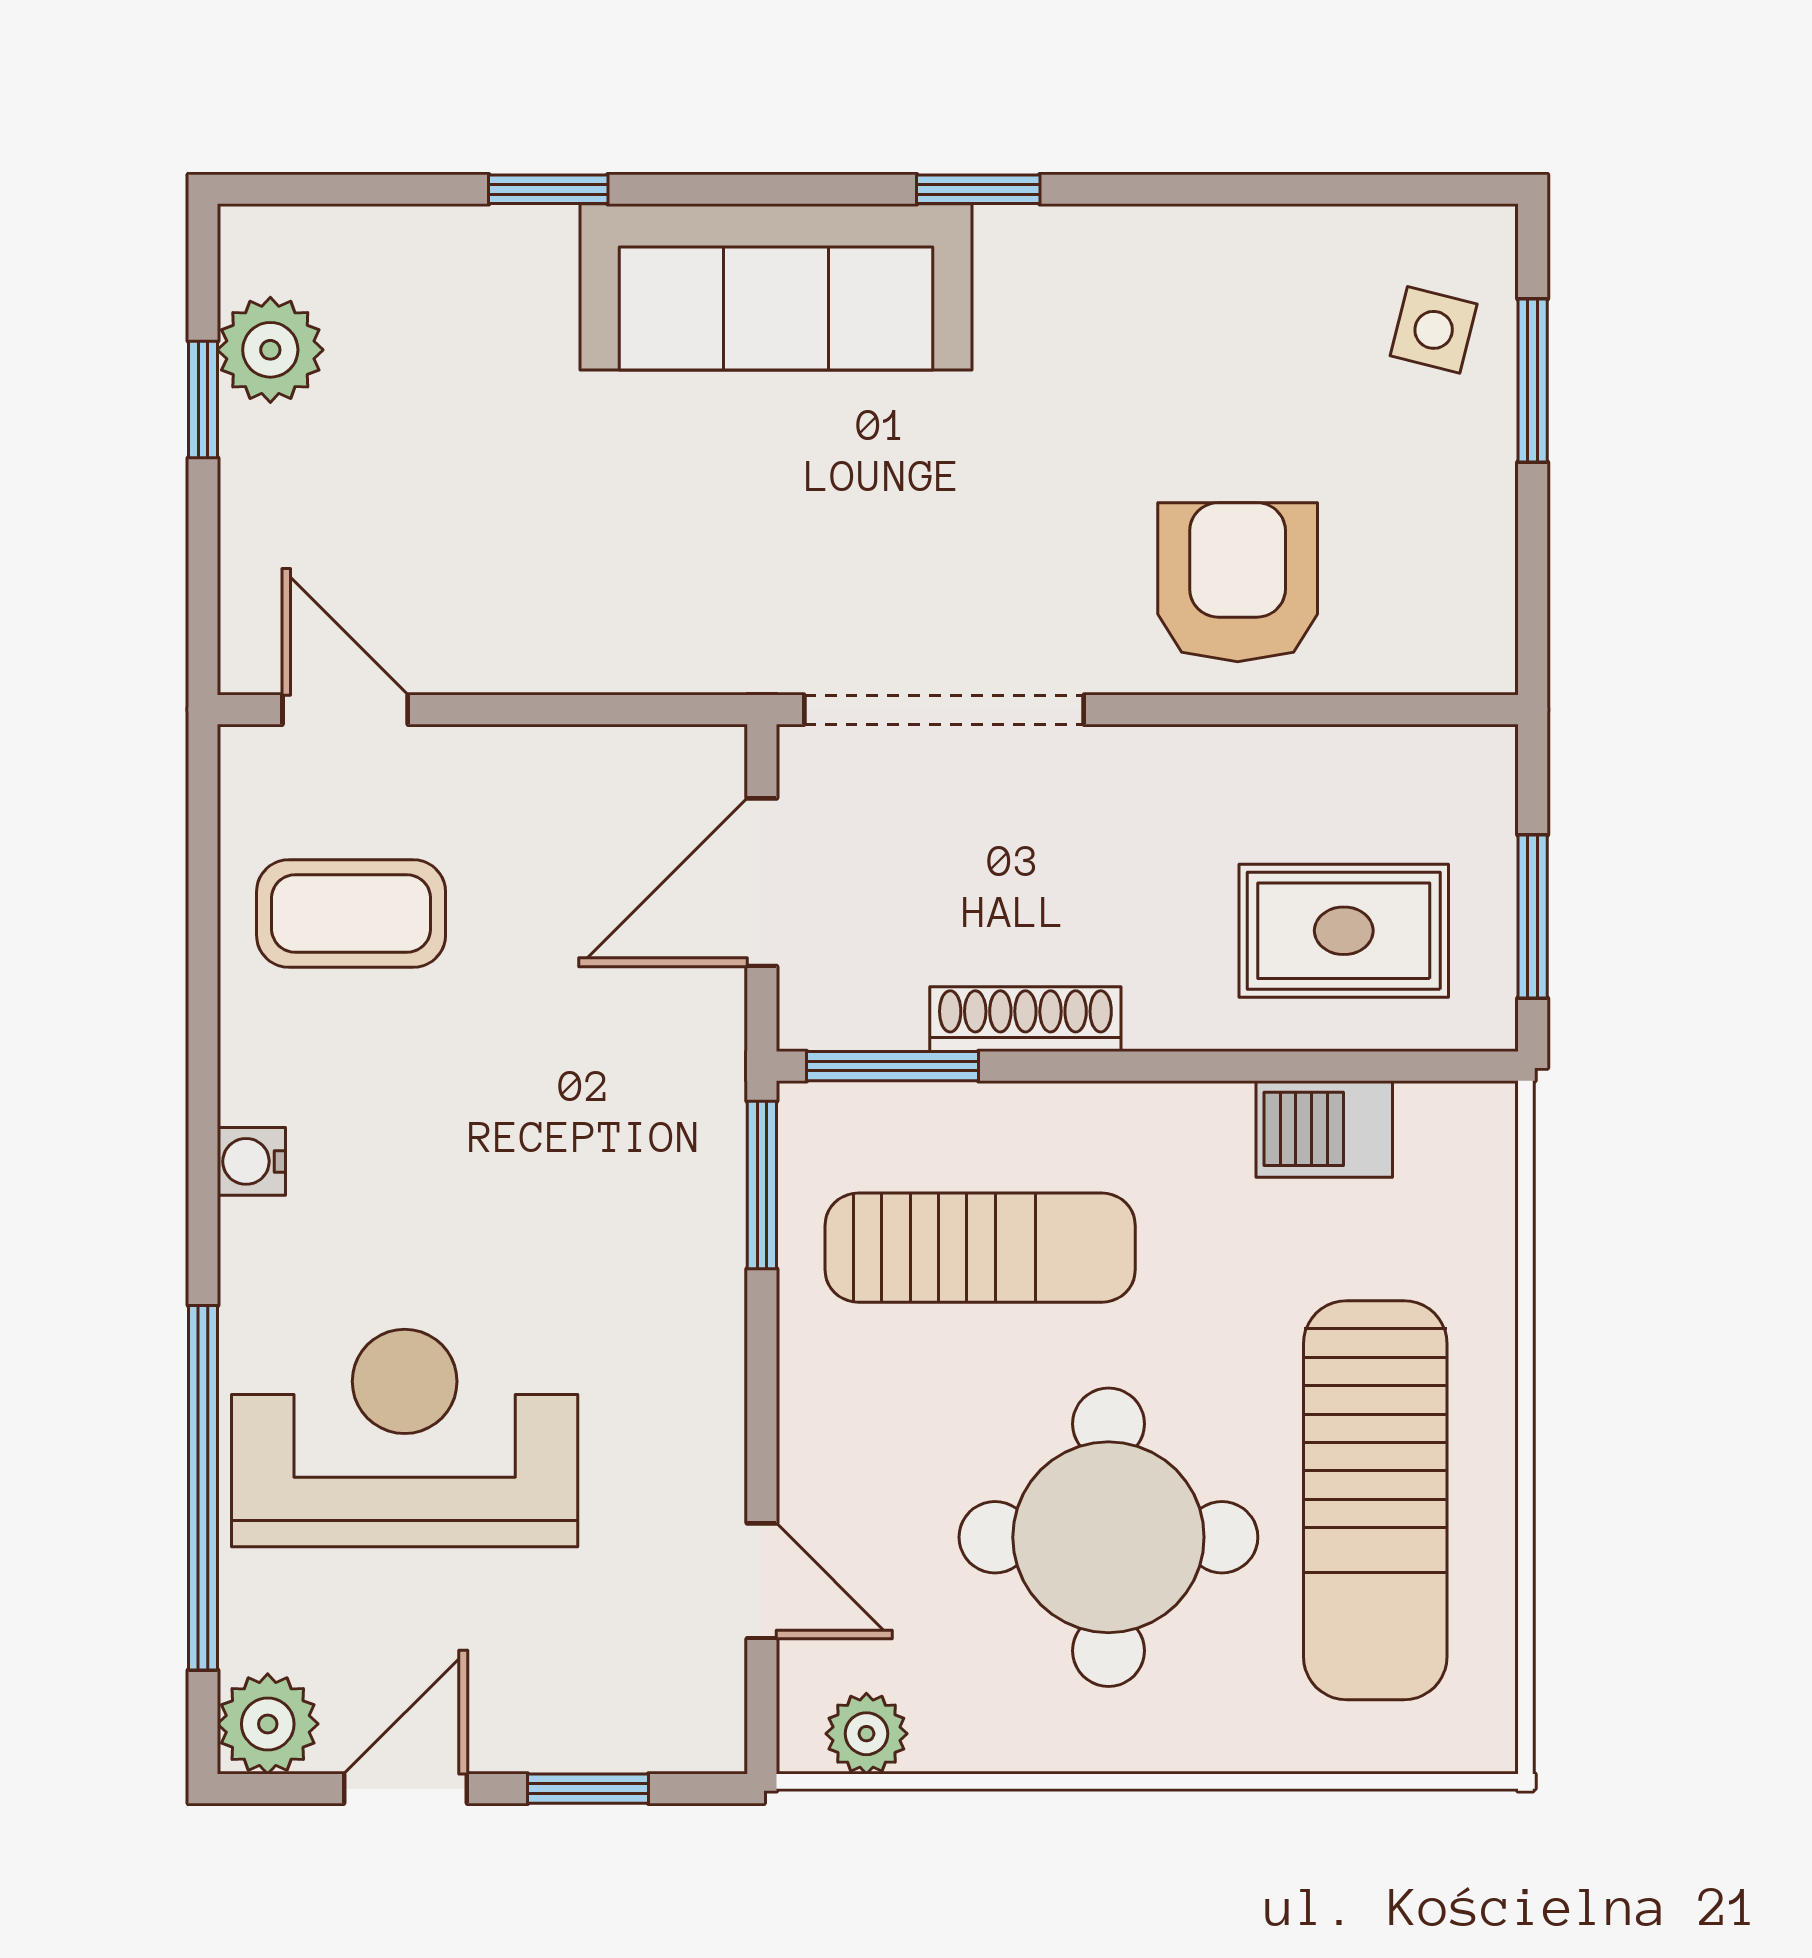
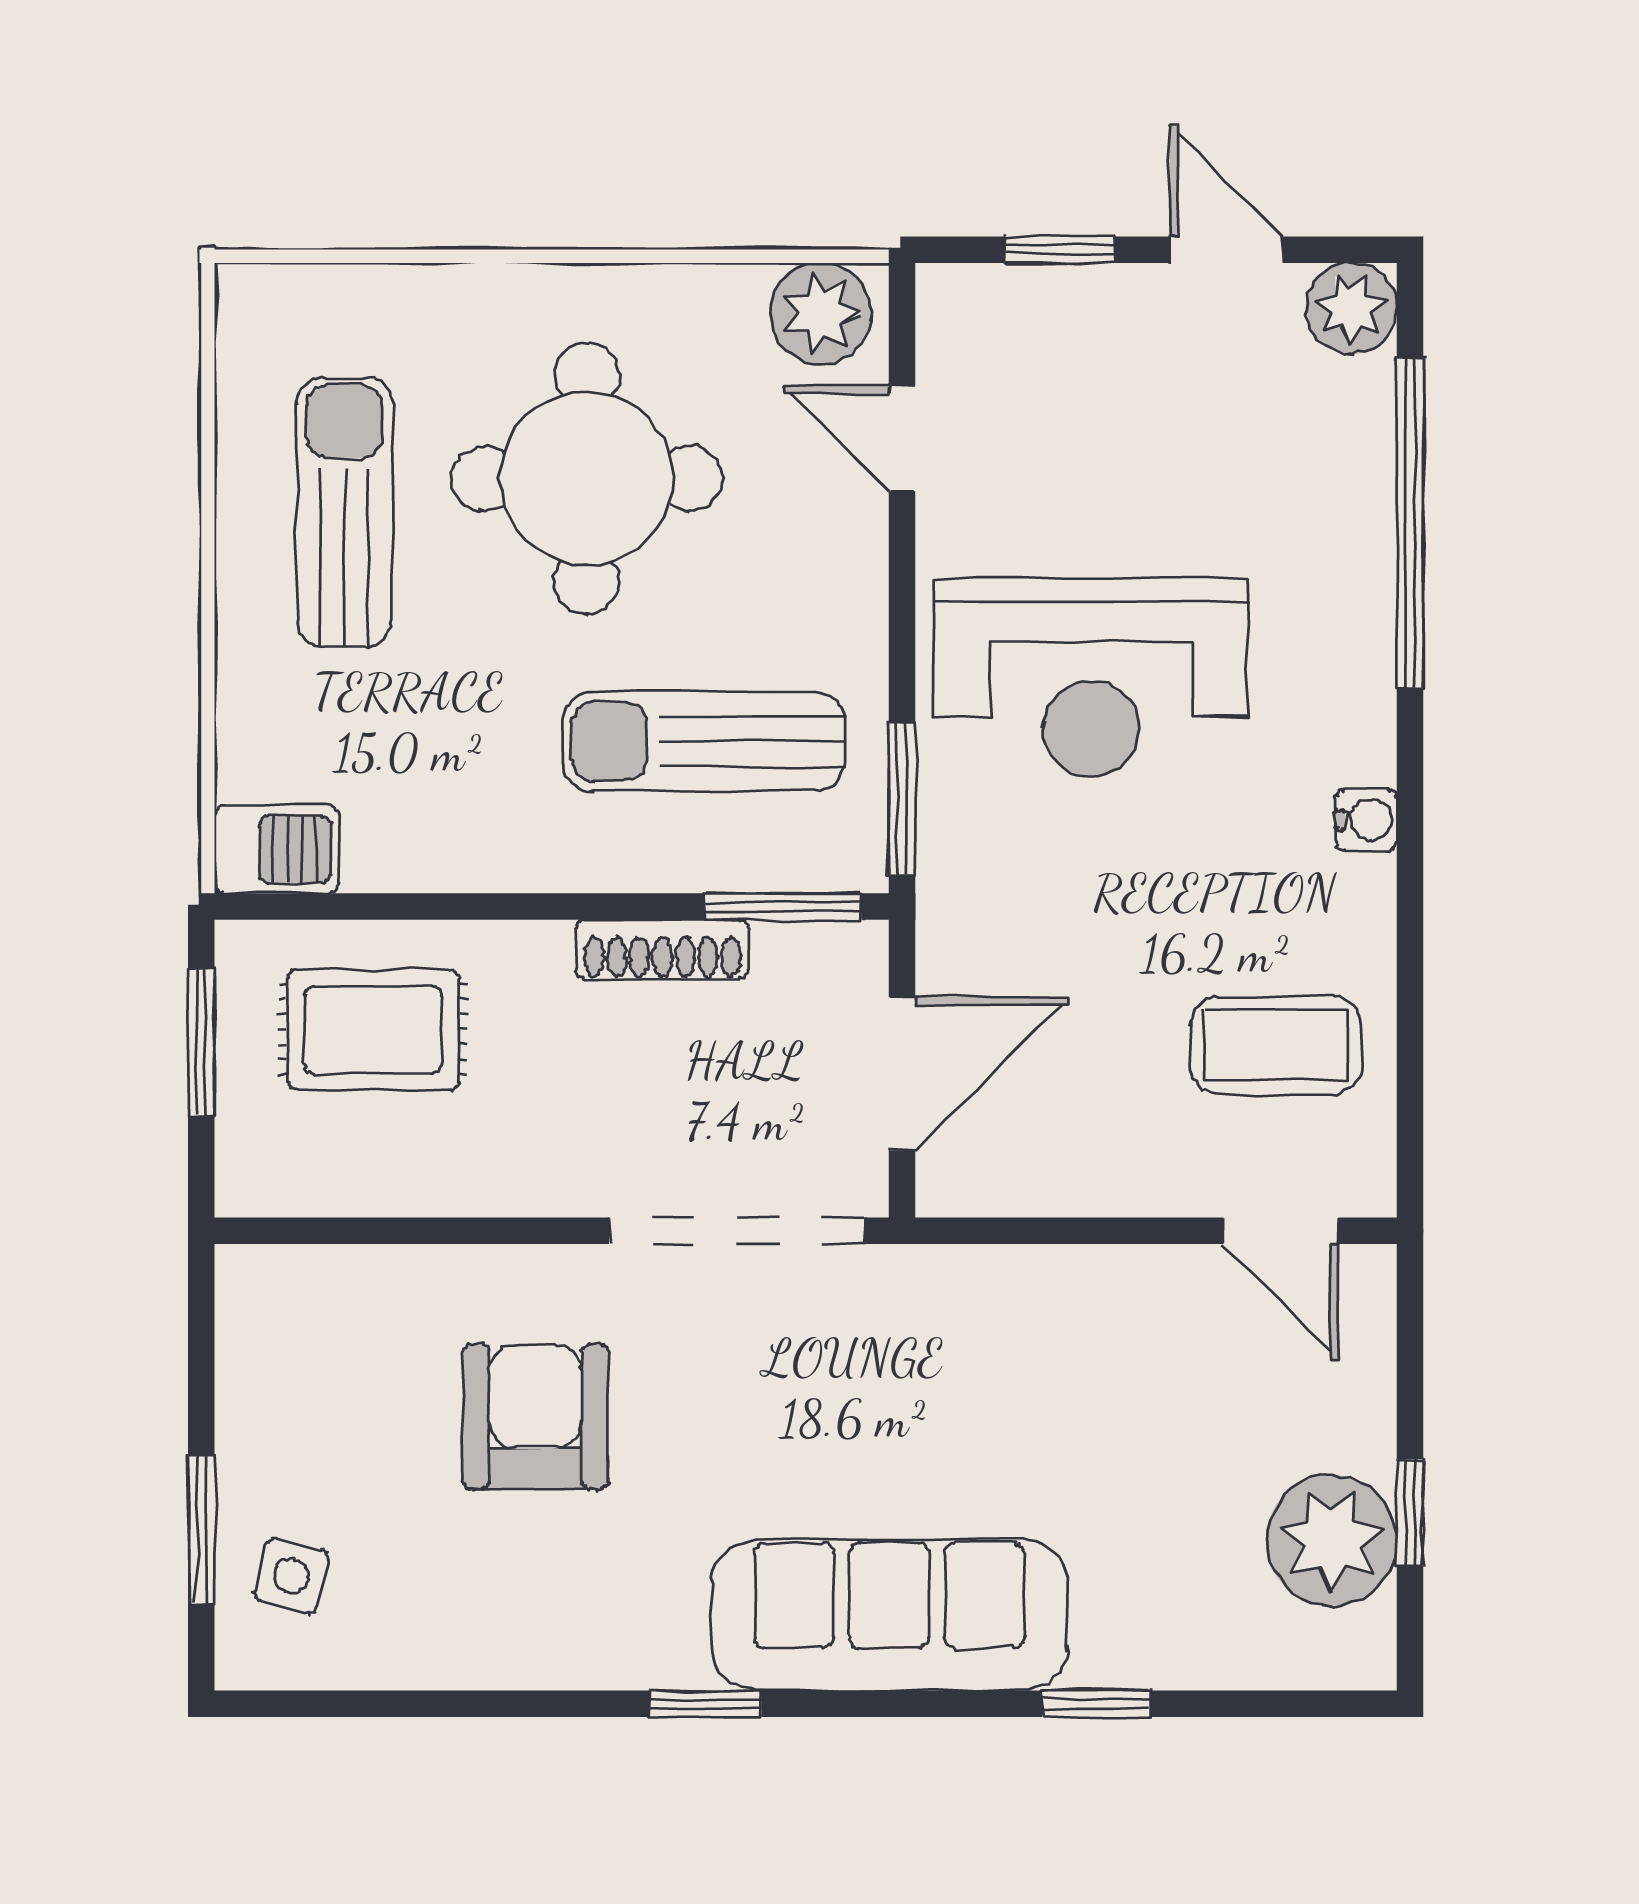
plant: (270, 350) -> (1331, 1540), width x1.36, depth x1.36
armchair: (1238, 582) -> (535, 1417), moved, turned 180
barbecue: (1324, 1129) -> (276, 849), moved
reception desk: (405, 1438) -> (1091, 677), moved
sun lounger: (1375, 1500) -> (344, 512), width x0.73, depth x0.75
plant: (866, 1734) -> (821, 314), width x1.38, depth x1.38
door: (405, 1789) -> (1226, 250), swing flipped

